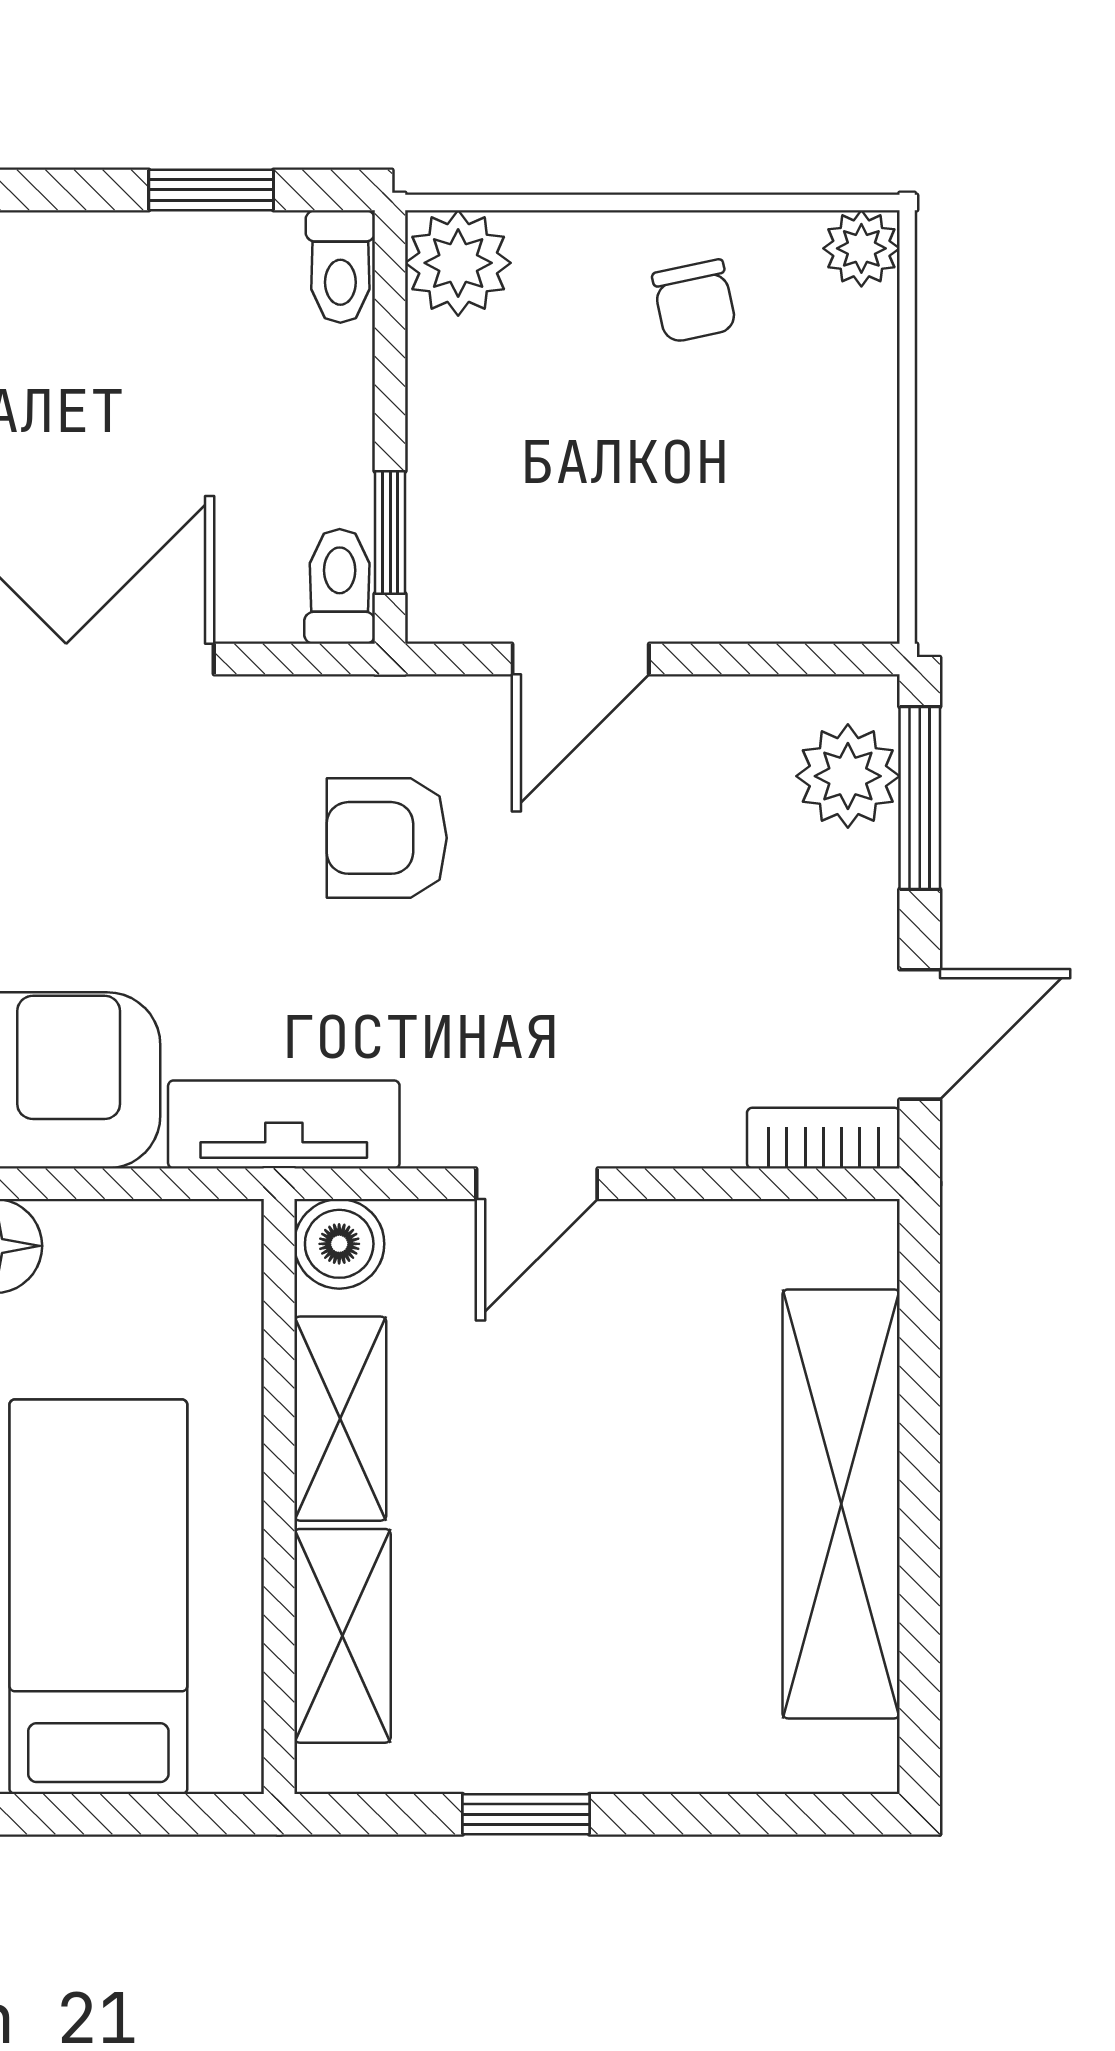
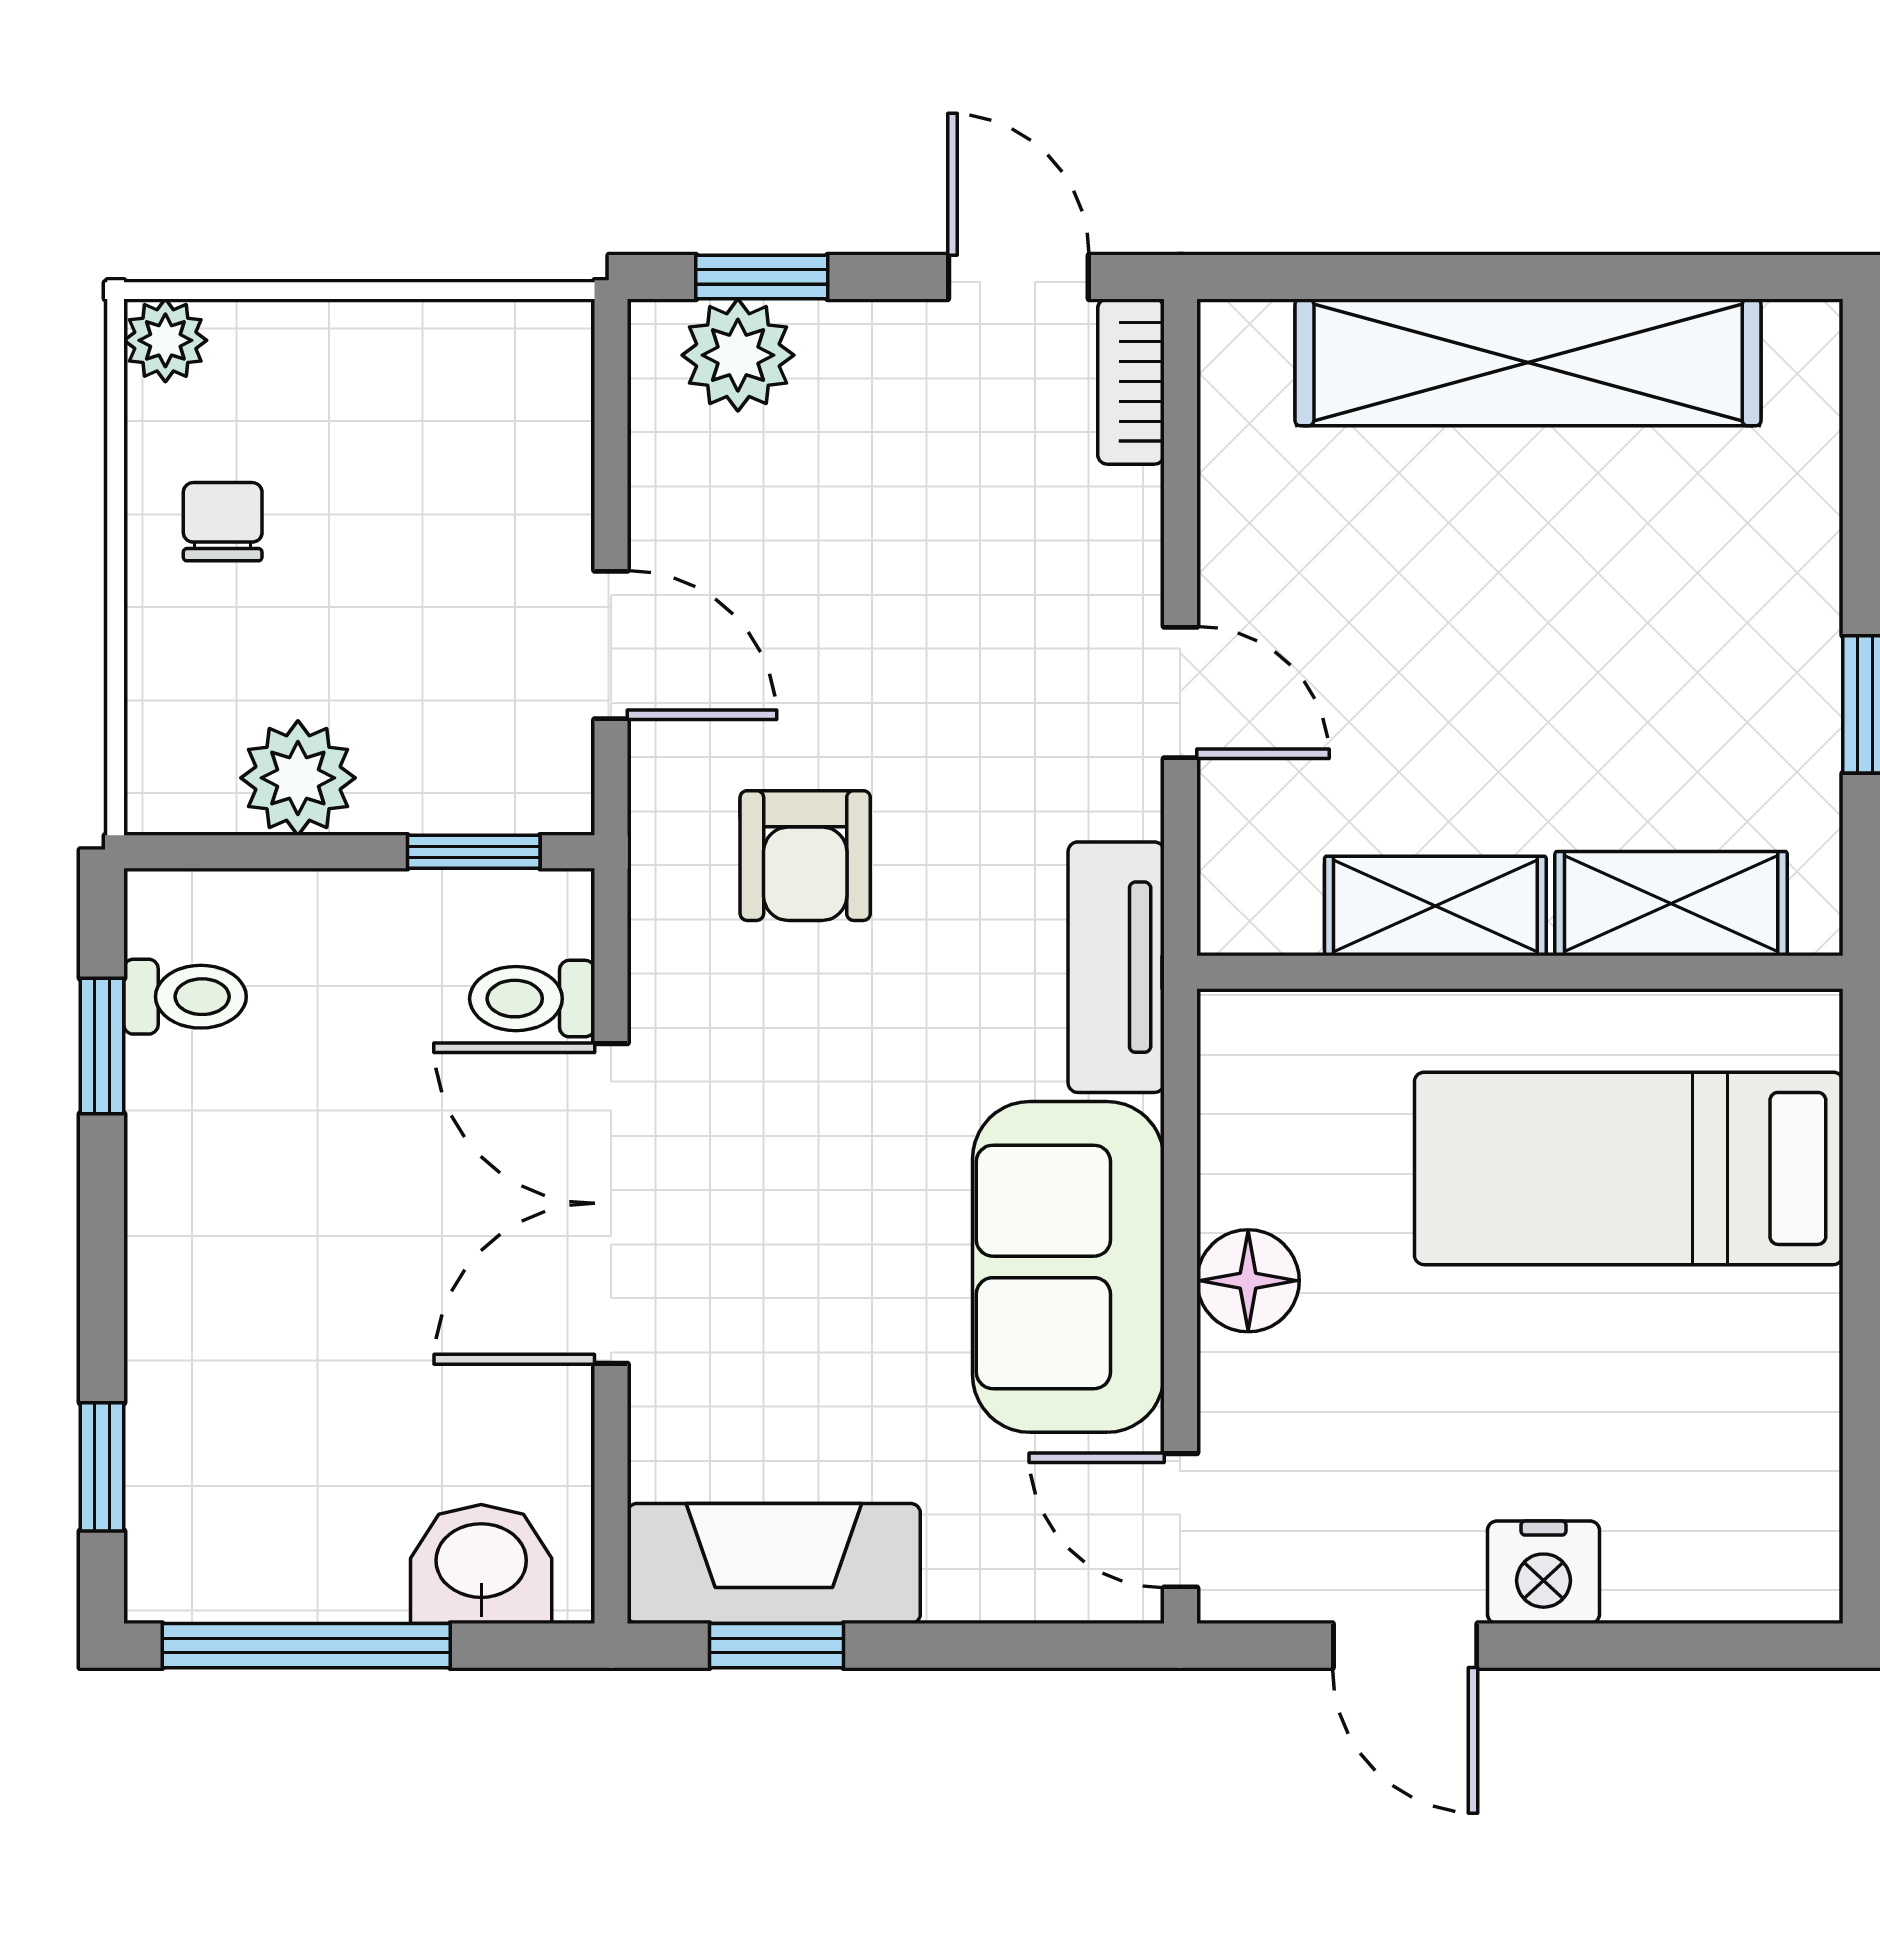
plant: (458, 263) -> (298, 778), moved
toilet: (340, 266) -> (185, 997), moved
chair: (694, 301) -> (223, 522), turned -78
toilet: (340, 586) -> (532, 999), moved
window: (920, 798) -> (762, 277), width x0.67
boiler: (339, 1244) -> (1246, 907), removed

